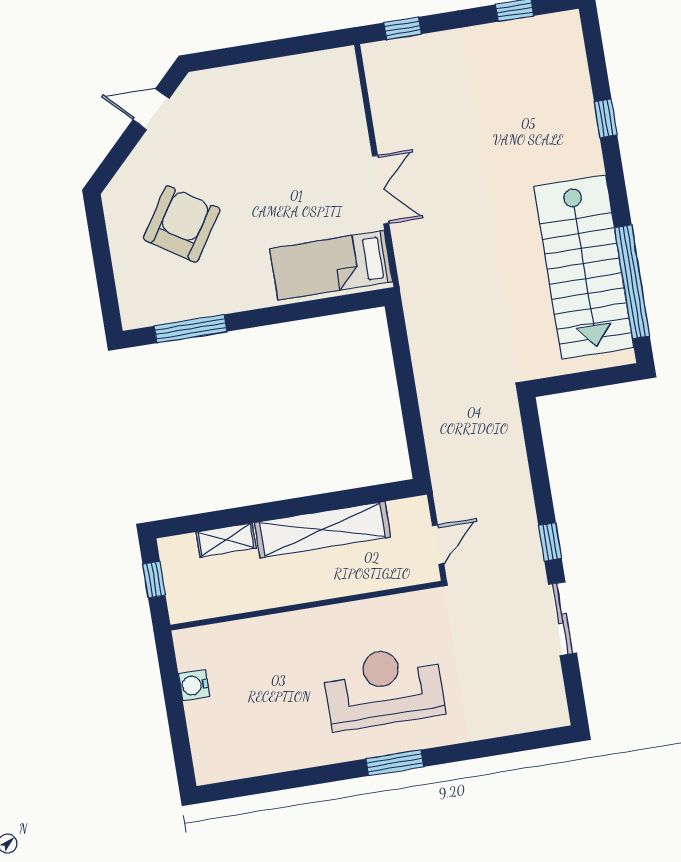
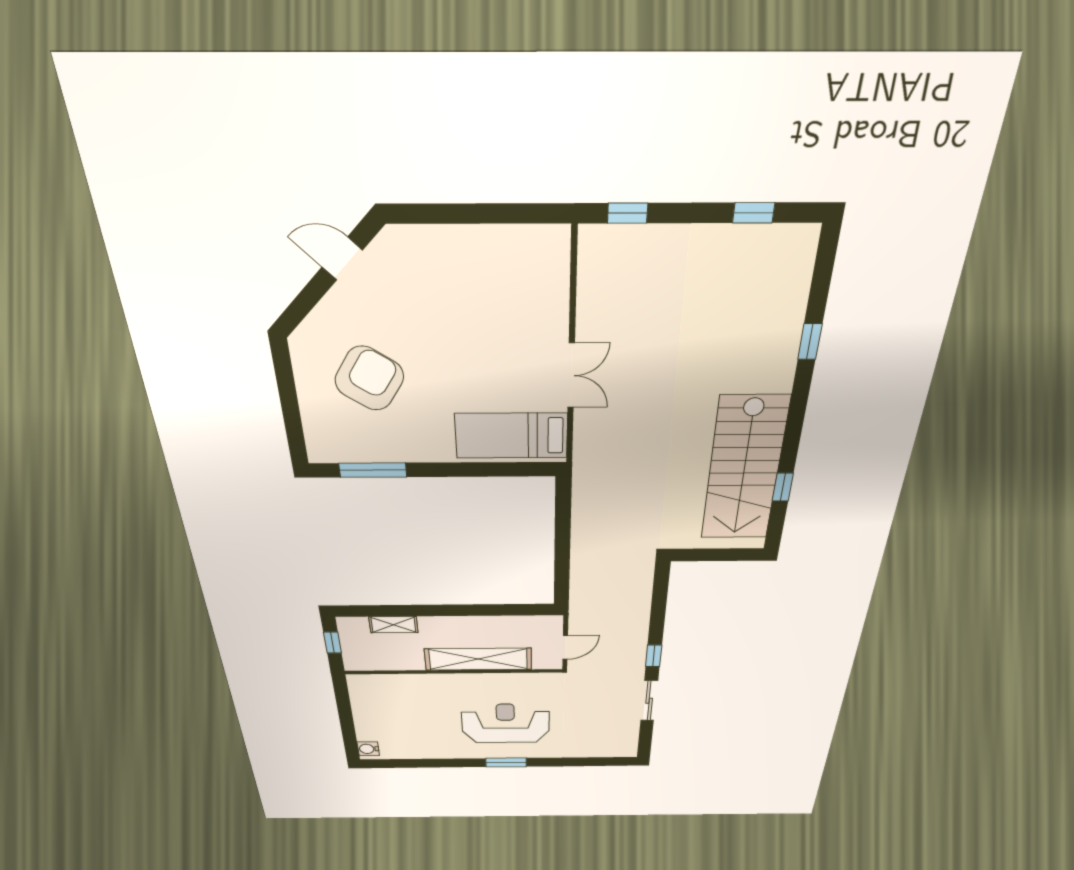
window: (632, 282) -> (783, 487), width x0.32
shelving: (323, 530) -> (478, 659), moved
water cooler: (194, 685) -> (368, 749), moved

